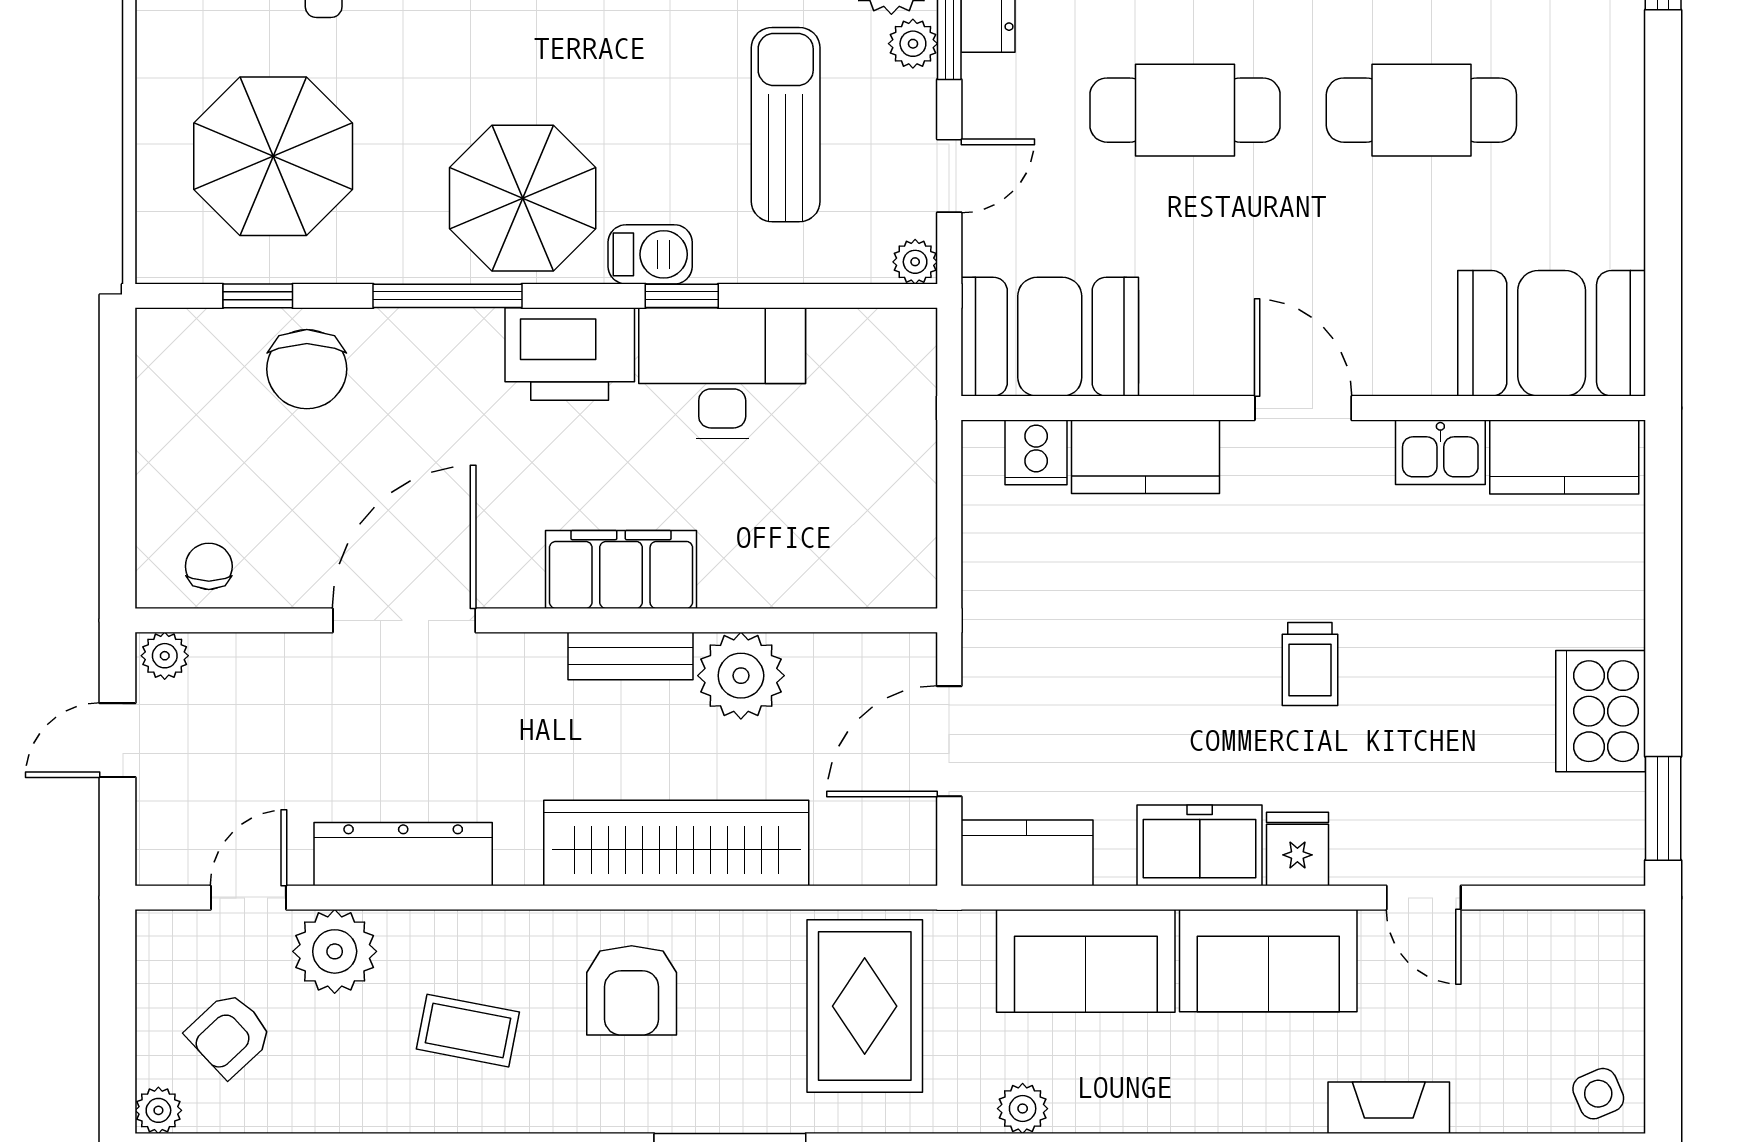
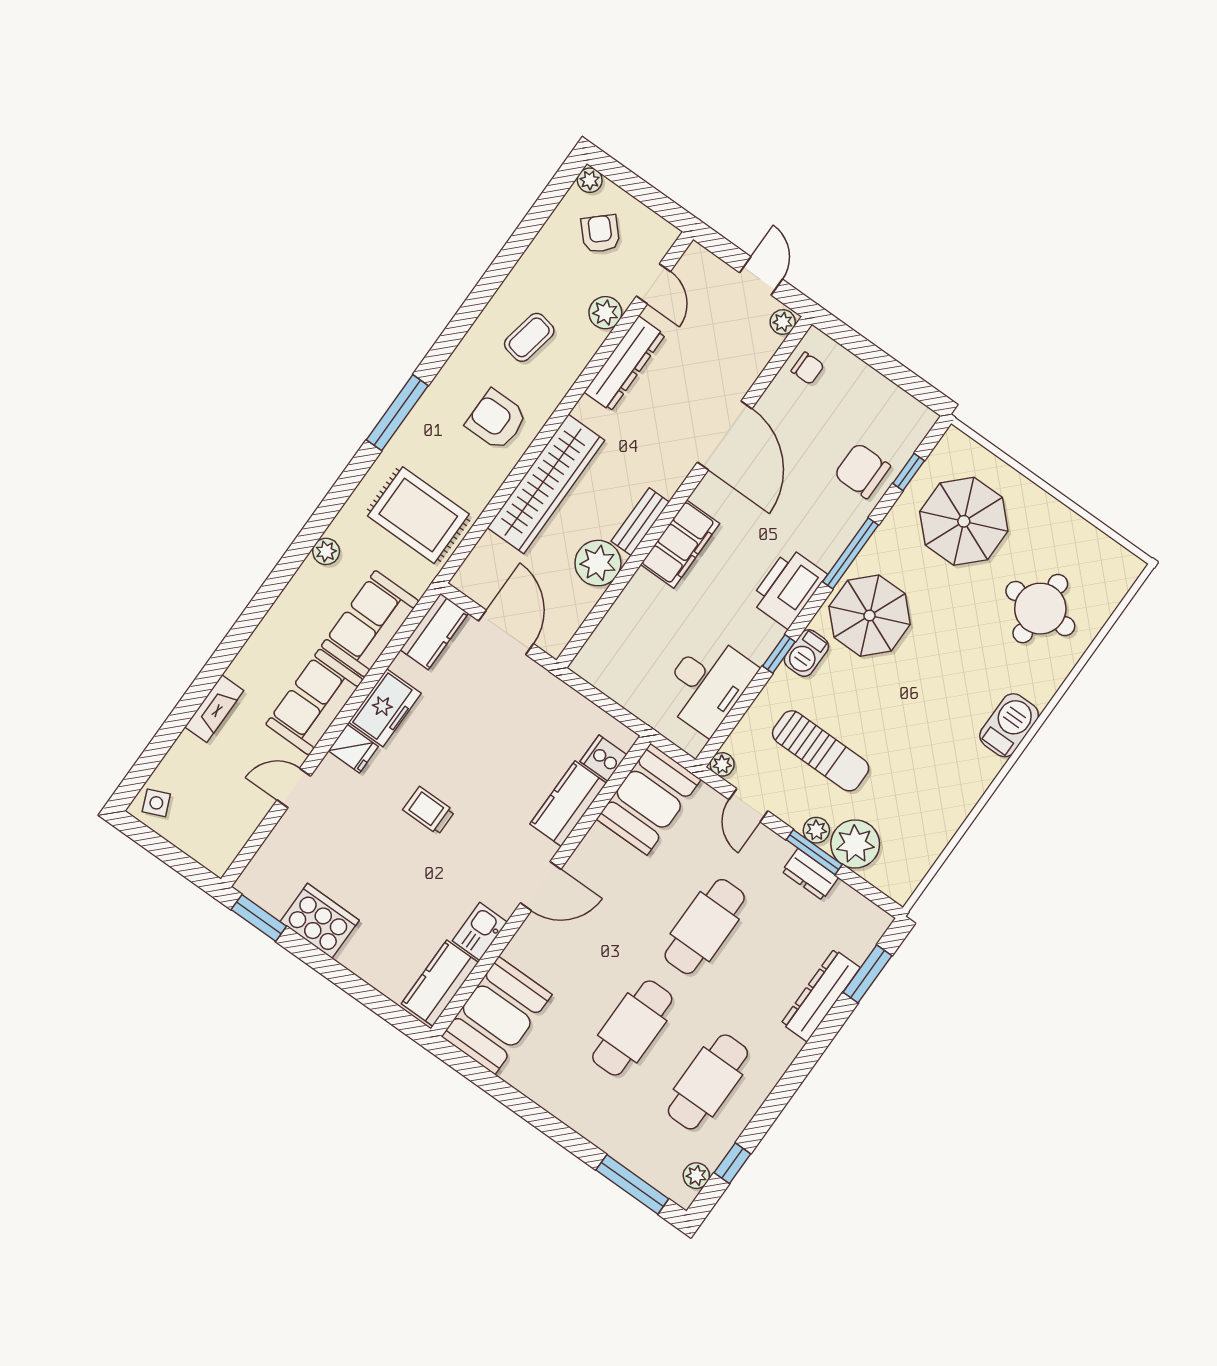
desk: (722, 373) -> (707, 684), moved
plant: (335, 951) -> (605, 313), width x0.73, depth x0.73

